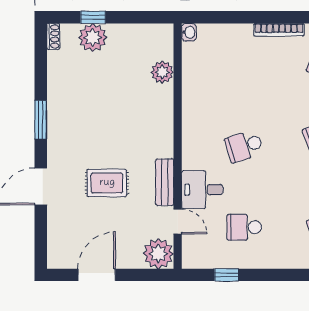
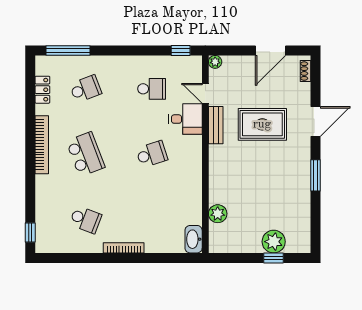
washbasin: (189, 32) -> (194, 239), width x1.91, depth x1.45
shoe rack: (53, 36) -> (306, 71), moved
rug: (107, 183) -> (262, 124), width x1.36, depth x1.43
plant: (158, 254) -> (215, 62), width x0.53, depth x0.53
window: (227, 275) -> (181, 50), moved

